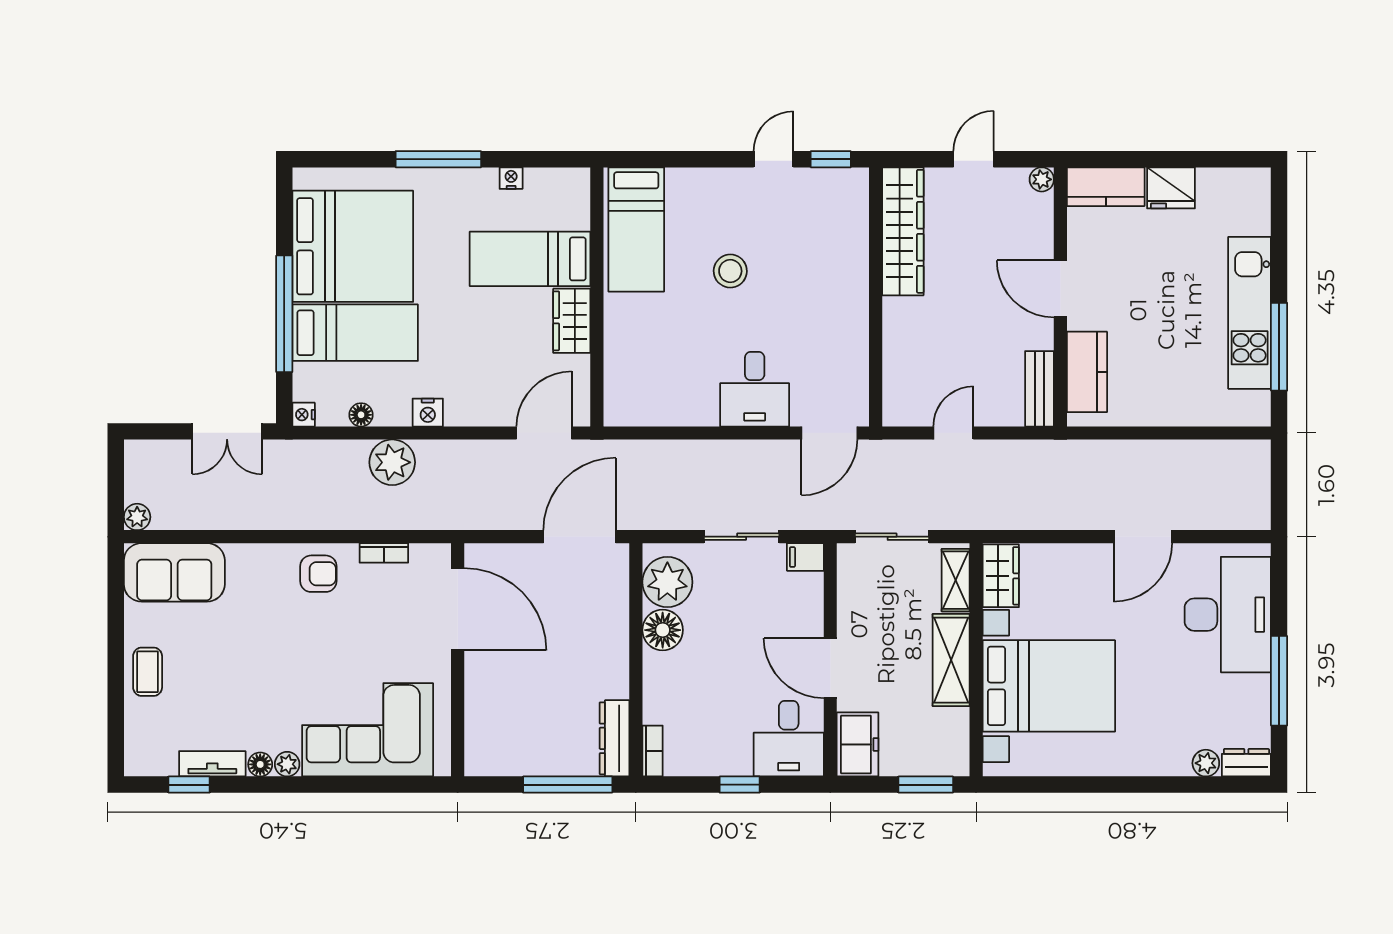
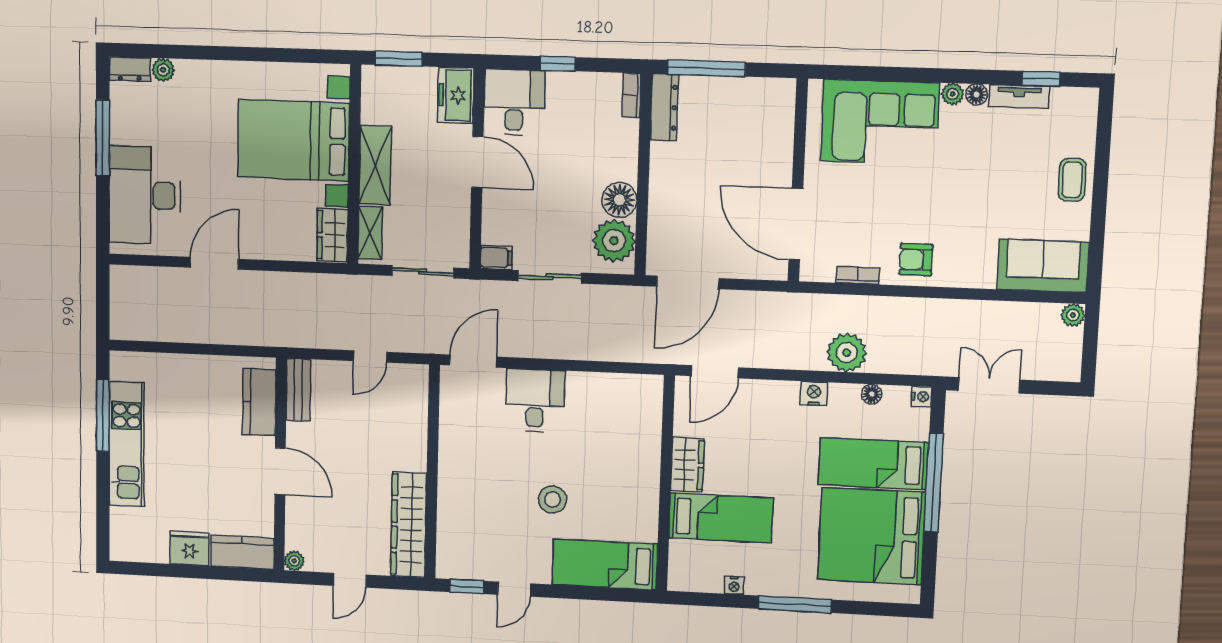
bed: (636, 229) -> (605, 564), moved, turned -90

